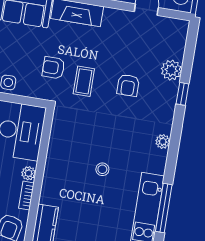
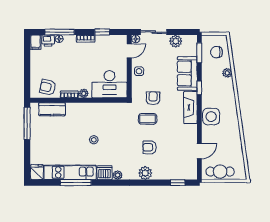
plant: (171, 70) -> (145, 173), moved
window: (182, 94) -> (178, 183), moved
dishwasher: (156, 161) -> (105, 173), added

